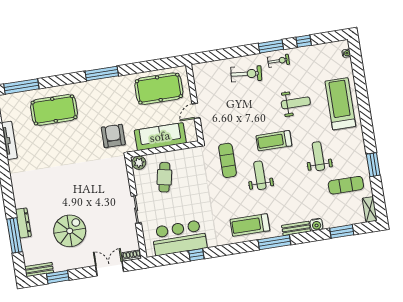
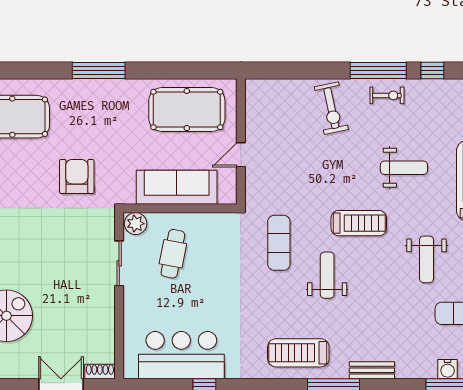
window: (271, 46) -> (378, 70), width x1.44
exercise bike: (246, 74) -> (331, 108), turned 72
armchair: (113, 136) -> (77, 176), moved
treadmill: (274, 141) -> (359, 223), turned 180
weight bench: (318, 156) -> (427, 259), turned 180
sliding door: (136, 209) -> (119, 263), moved
water cooler: (316, 224) -> (448, 369), moved

